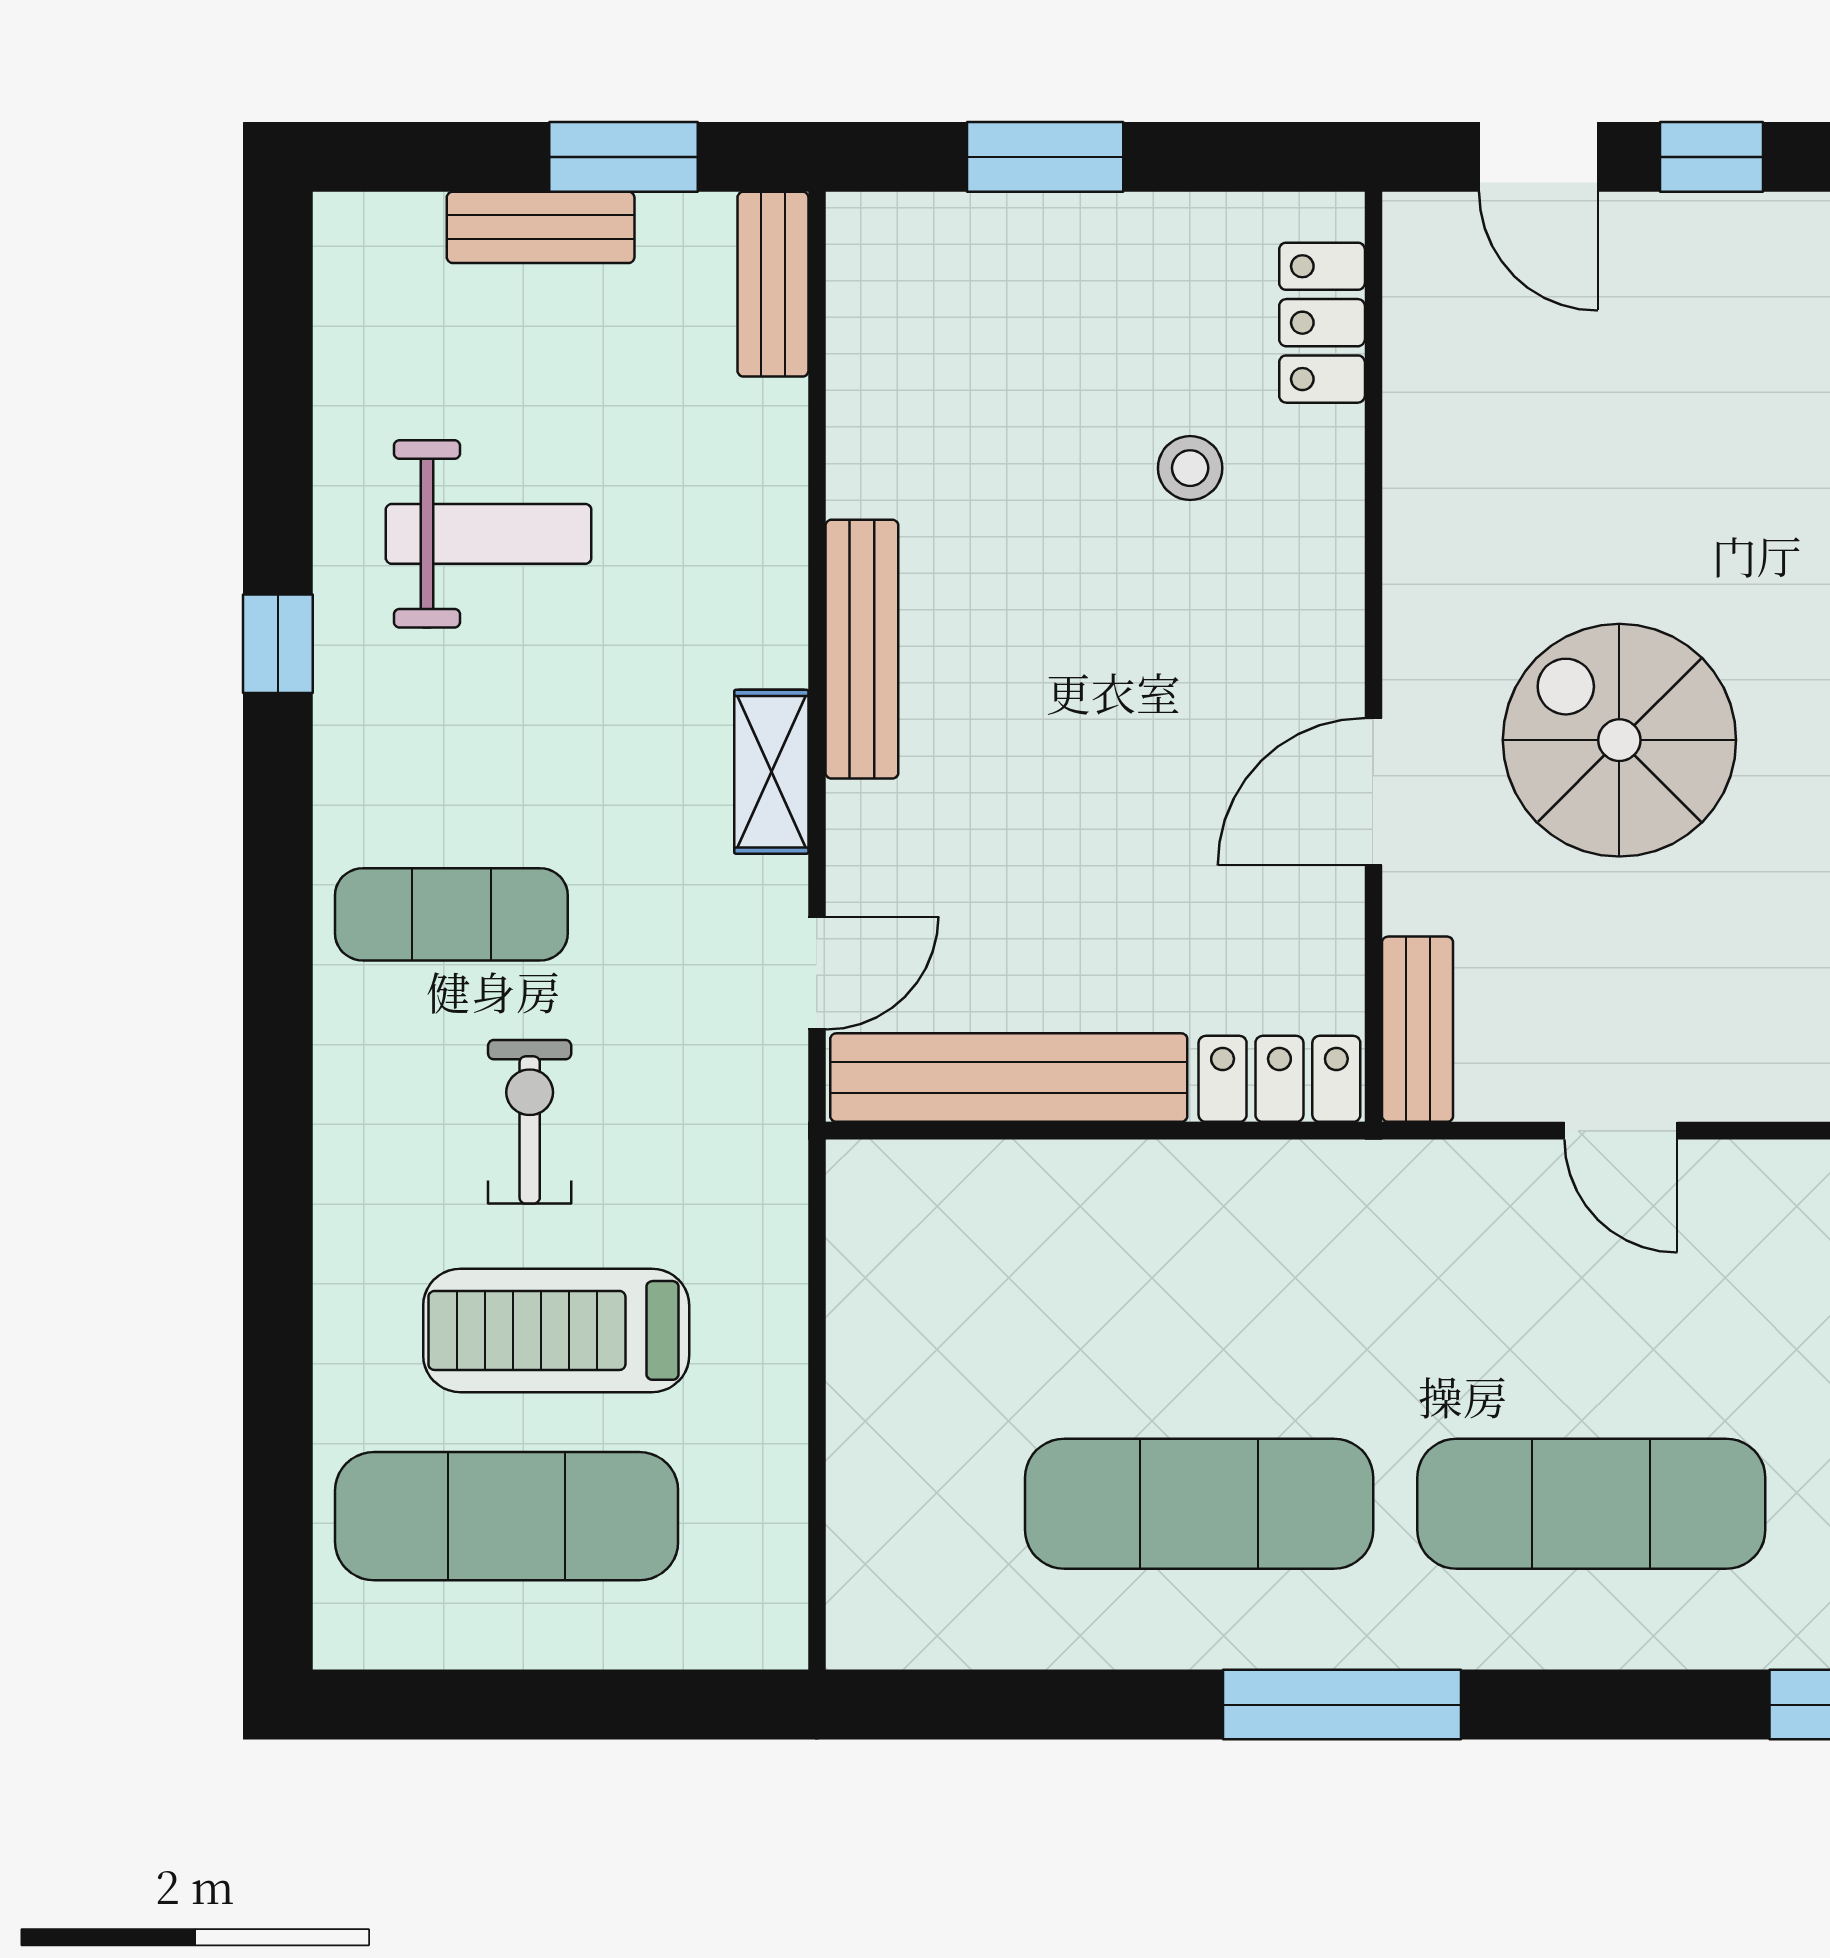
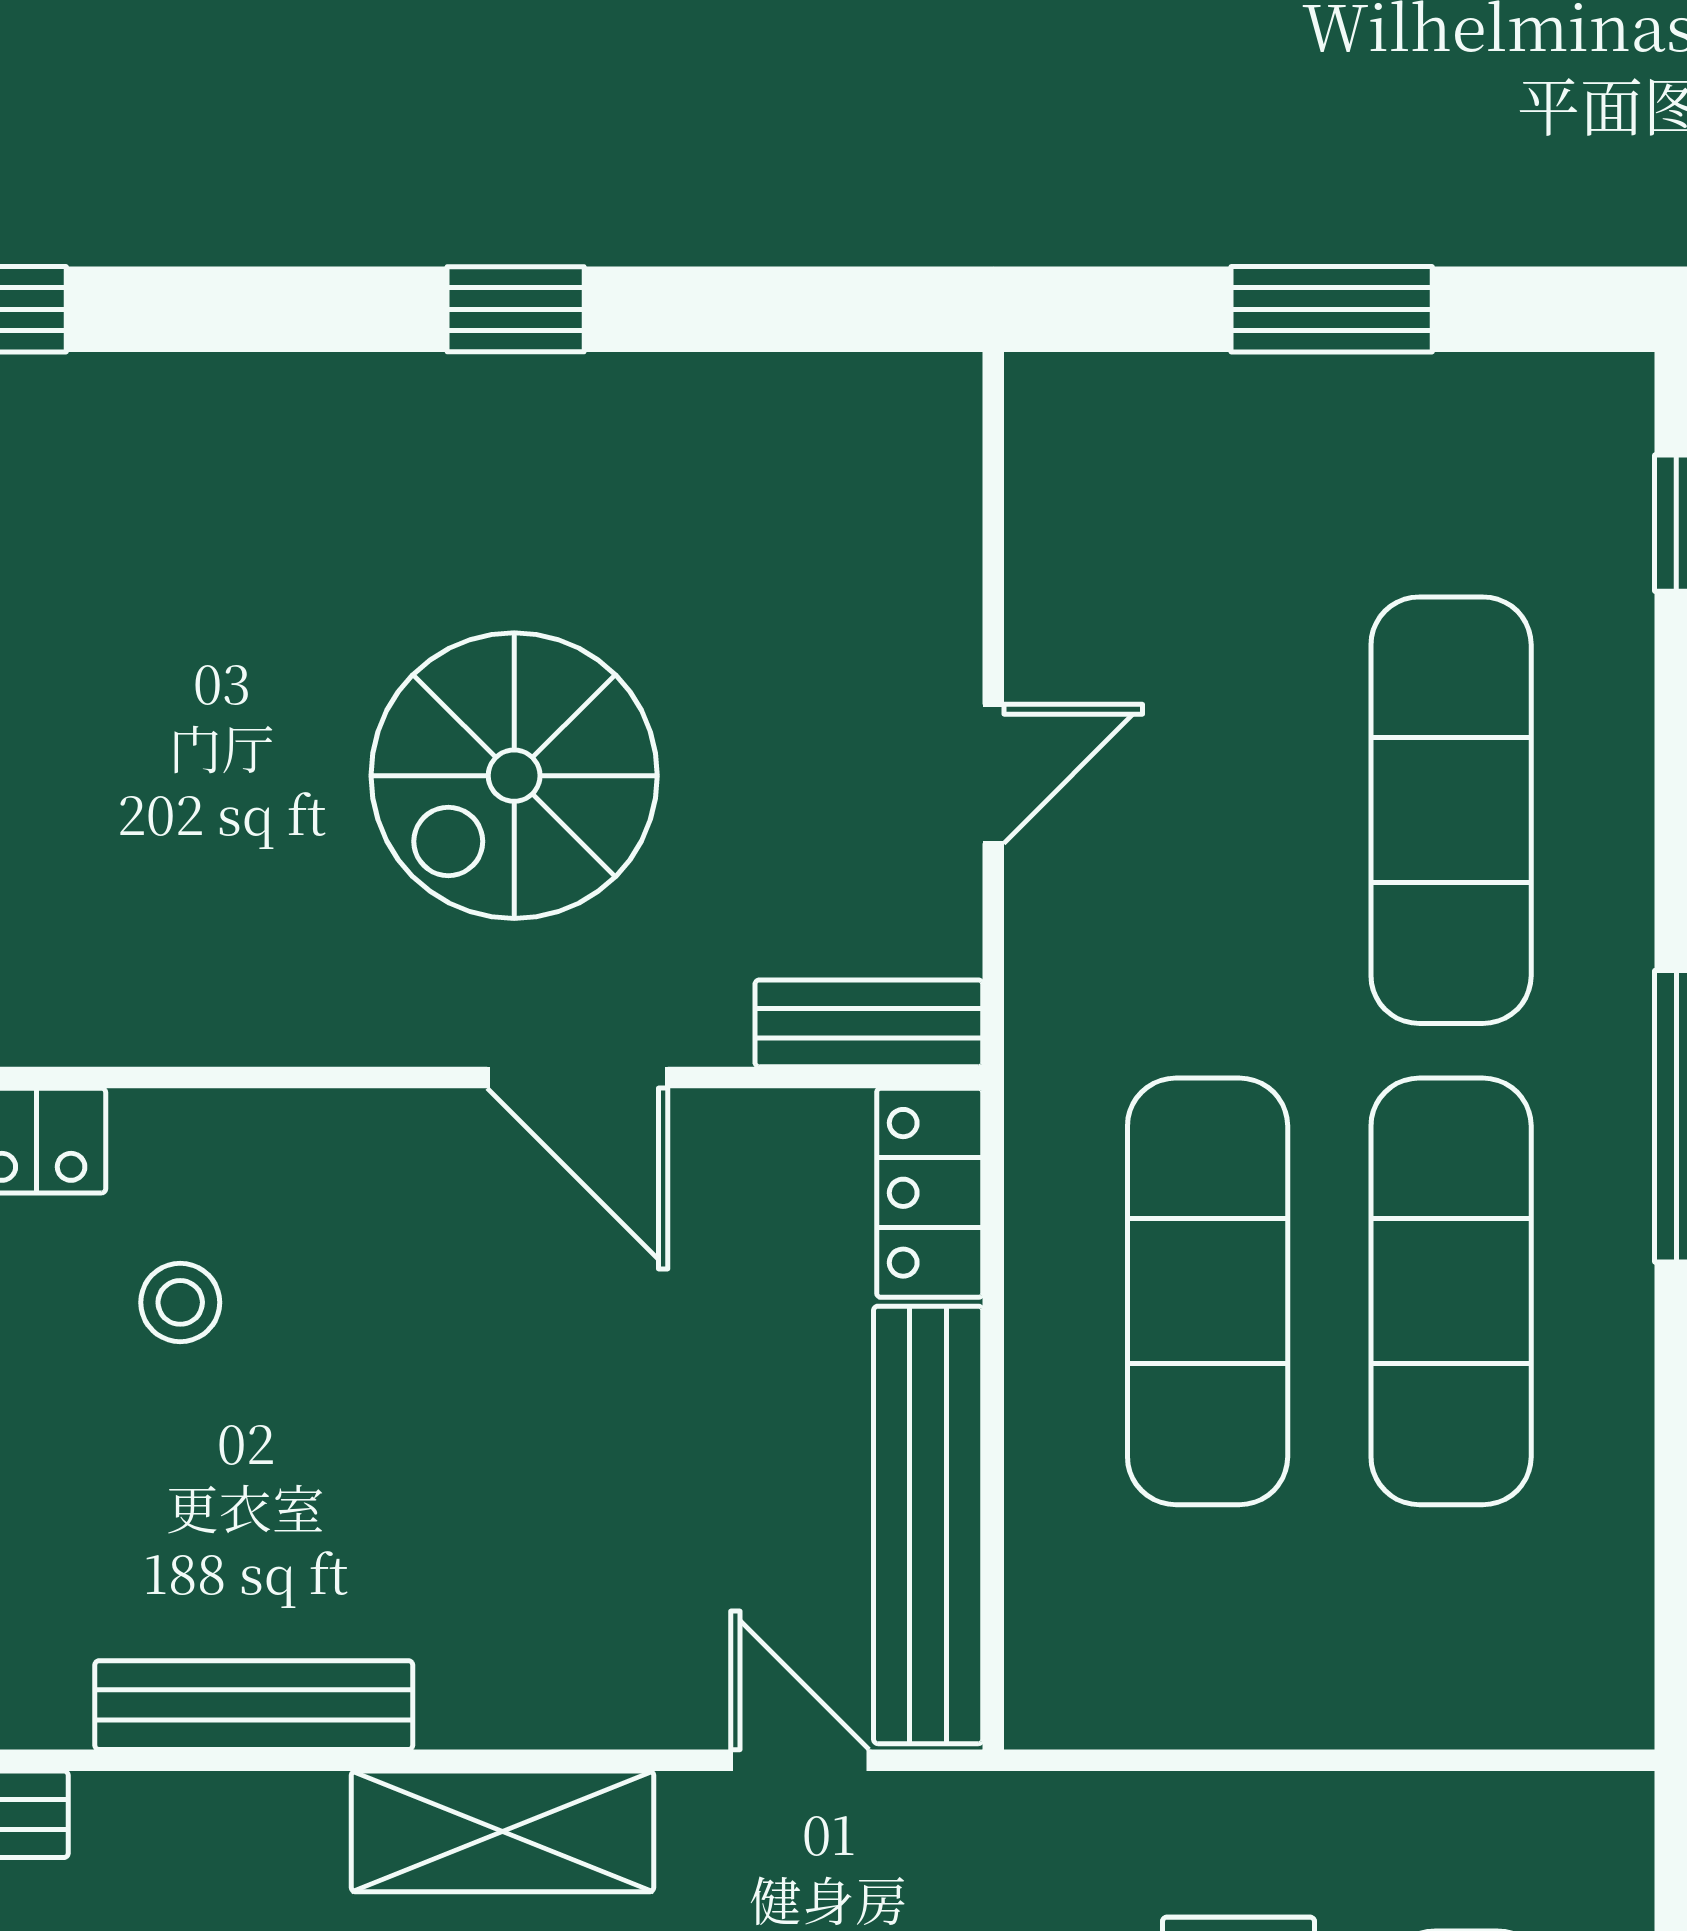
bench: (862, 649) -> (254, 1705), moved
shelving: (771, 772) -> (503, 1831), width x1.50, depth x1.33
exercise mat: (1199, 1305) -> (1208, 1291), added

